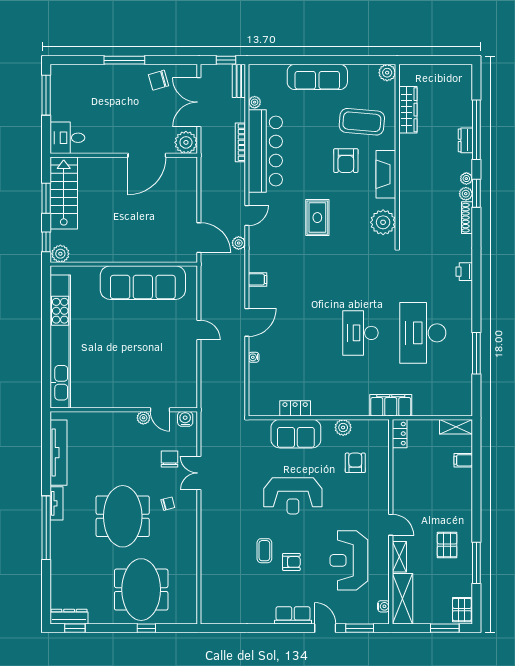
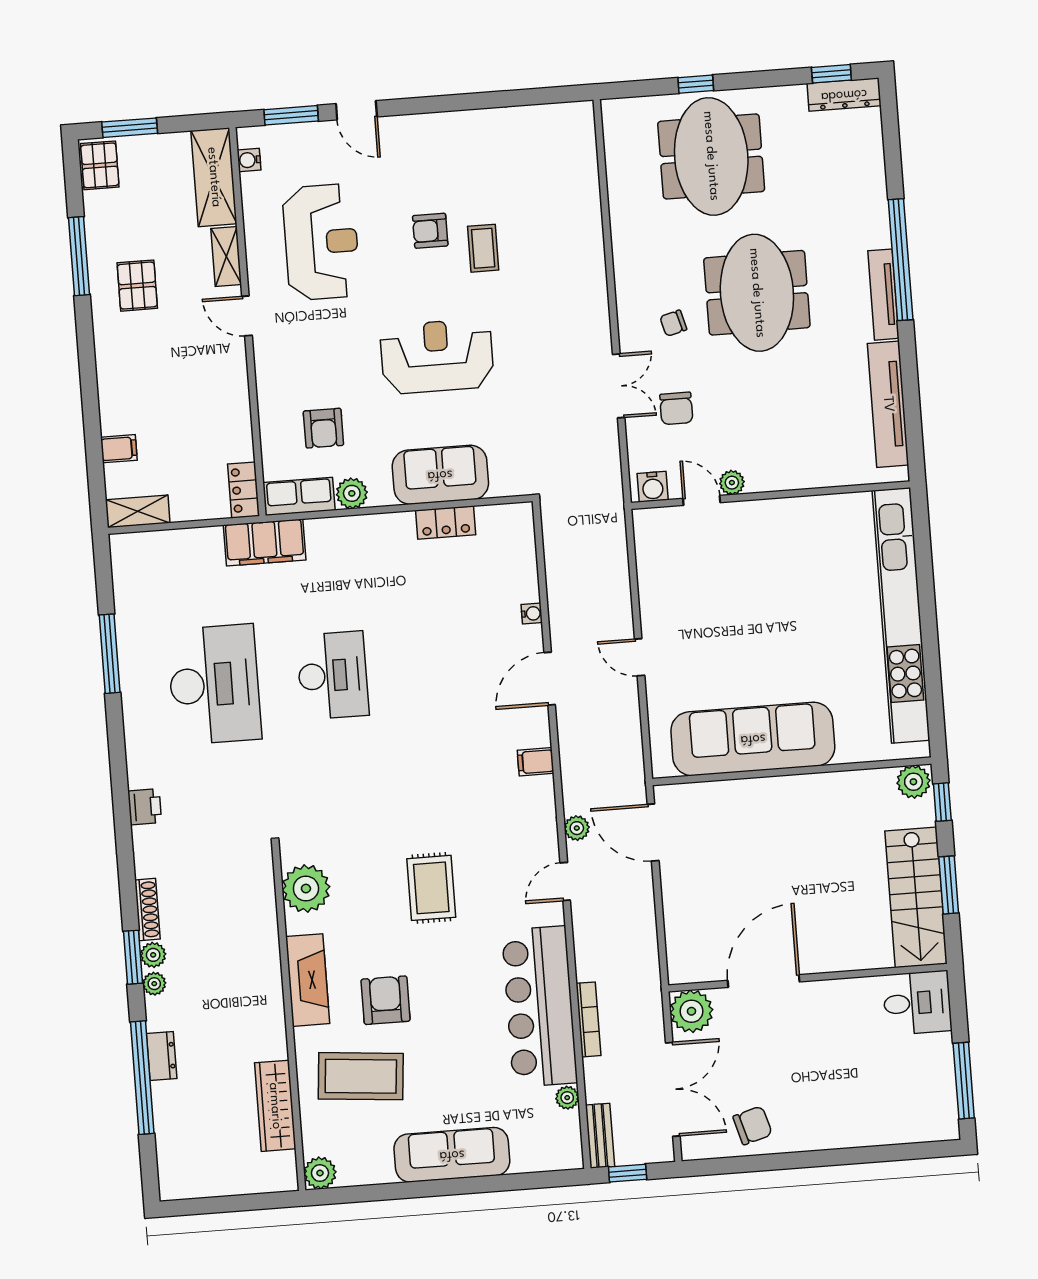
window: (124, 60) -> (820, 1158), removed
tv unit: (57, 503) -> (883, 295), width x1.41
row of seats: (293, 615) -> (299, 496), moved, turned 180

